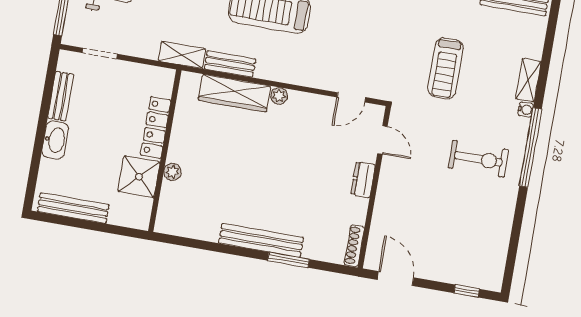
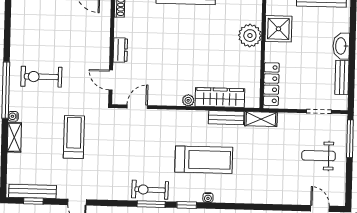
locker: (156, 128) -> (271, 84), moved
plant: (173, 172) -> (250, 36), width x1.87, depth x1.87

